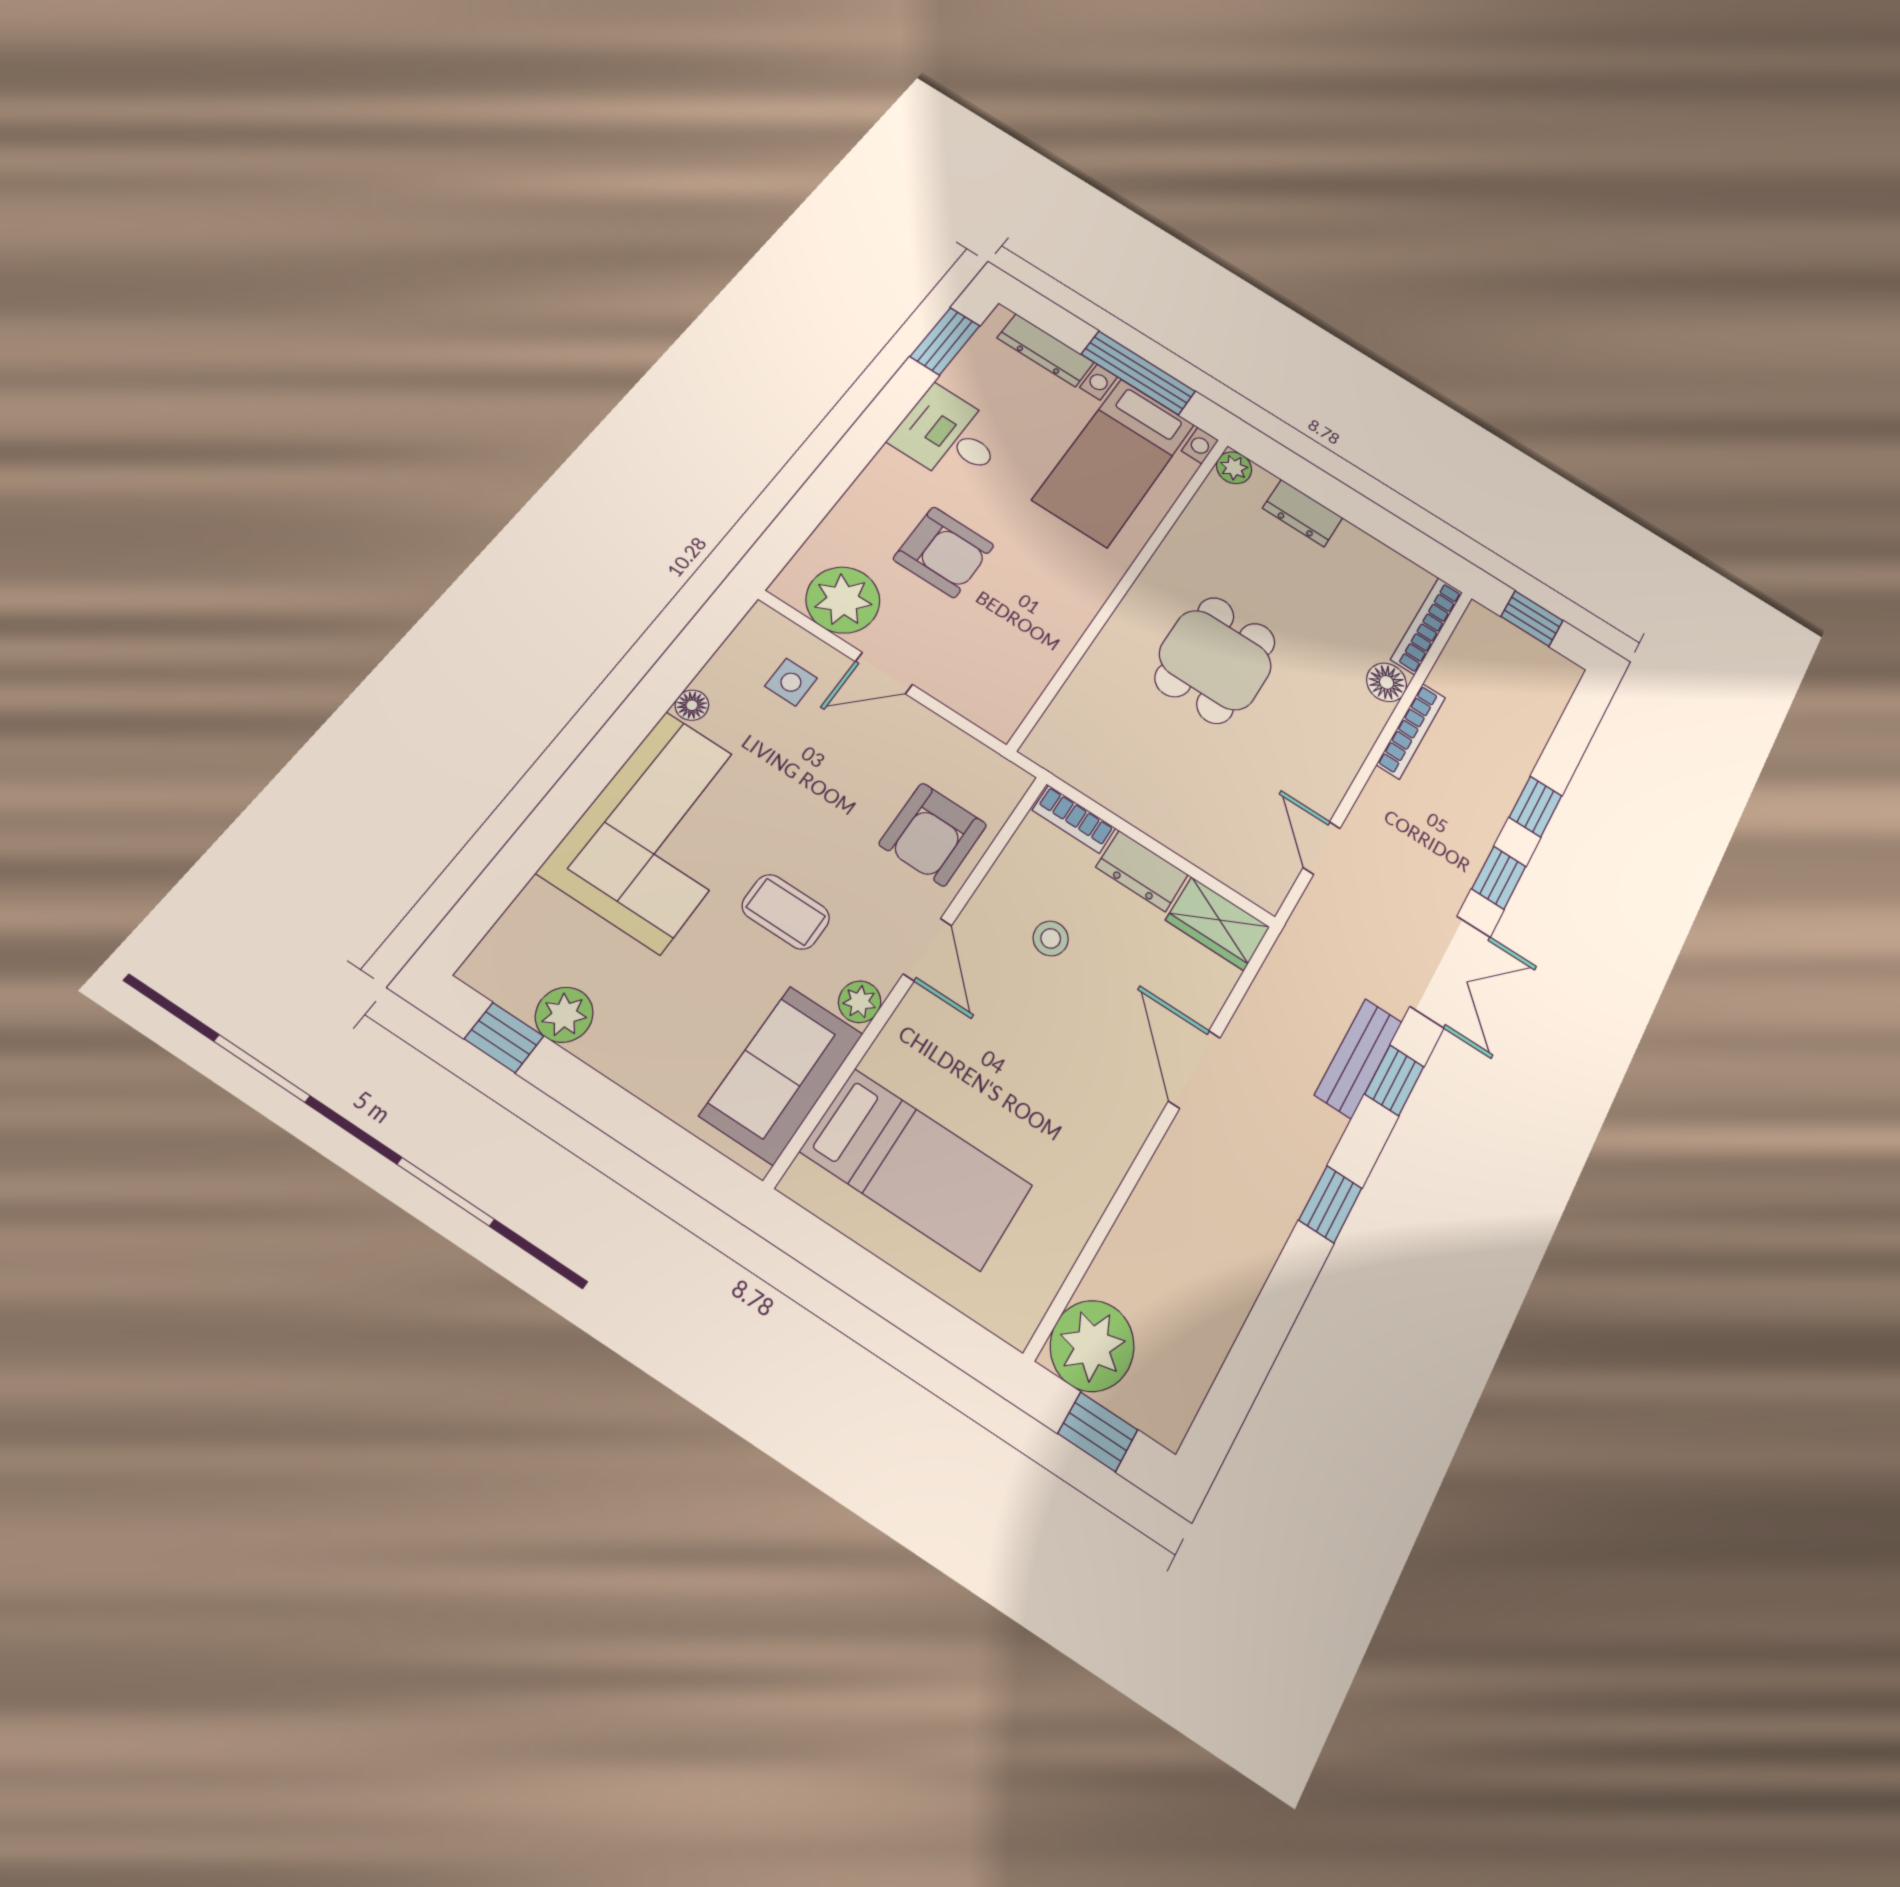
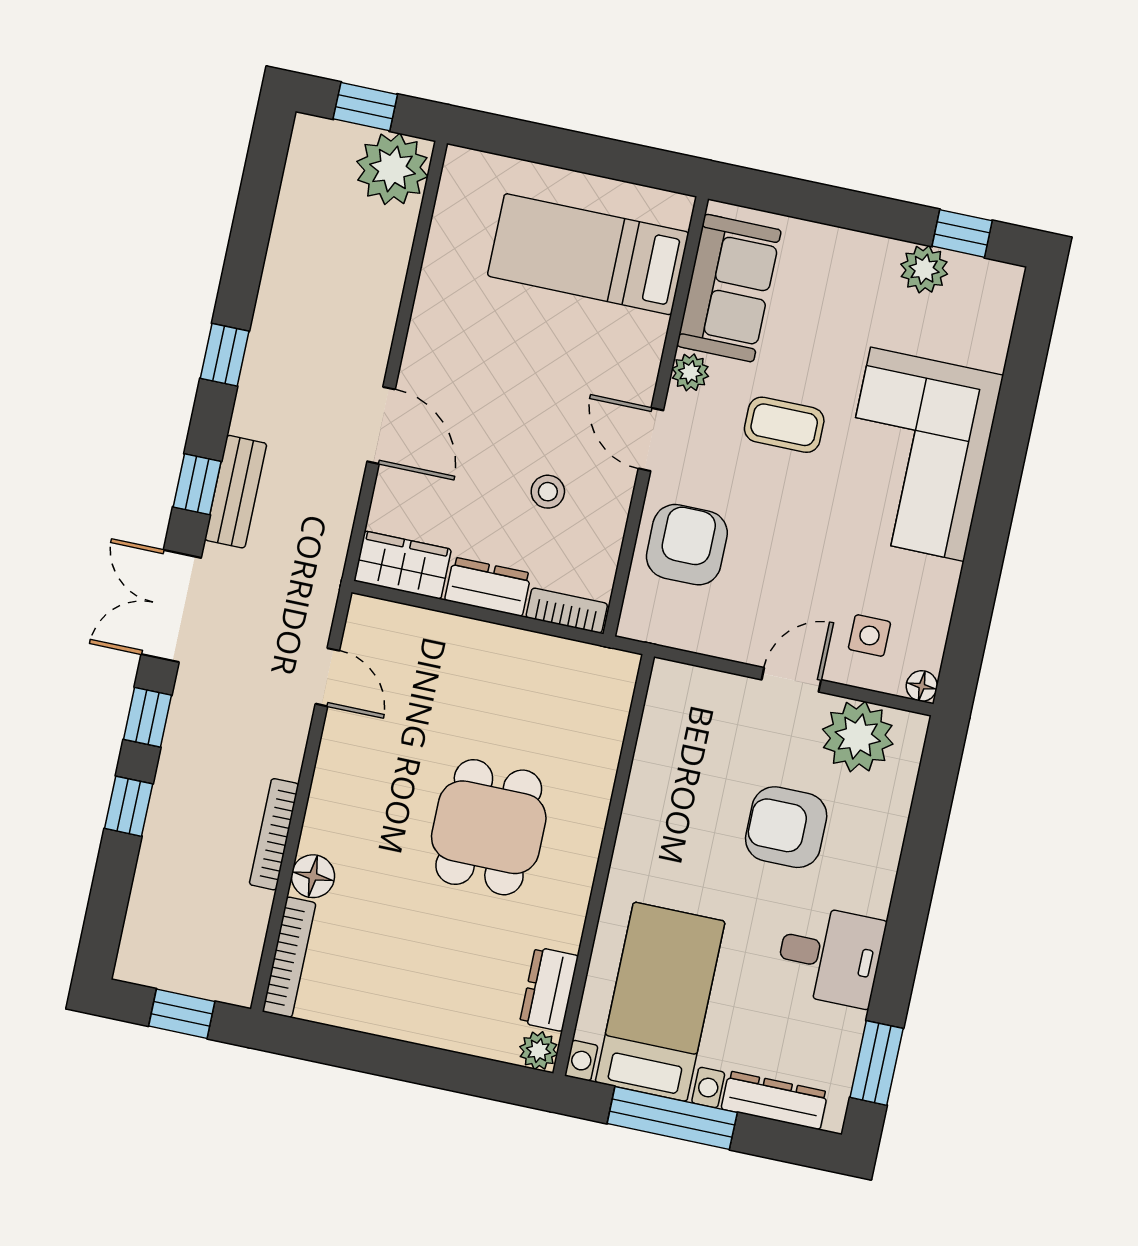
dresser: (1303, 513) -> (549, 989), moved, turned -90
floor lamp: (692, 705) -> (922, 686), moved

